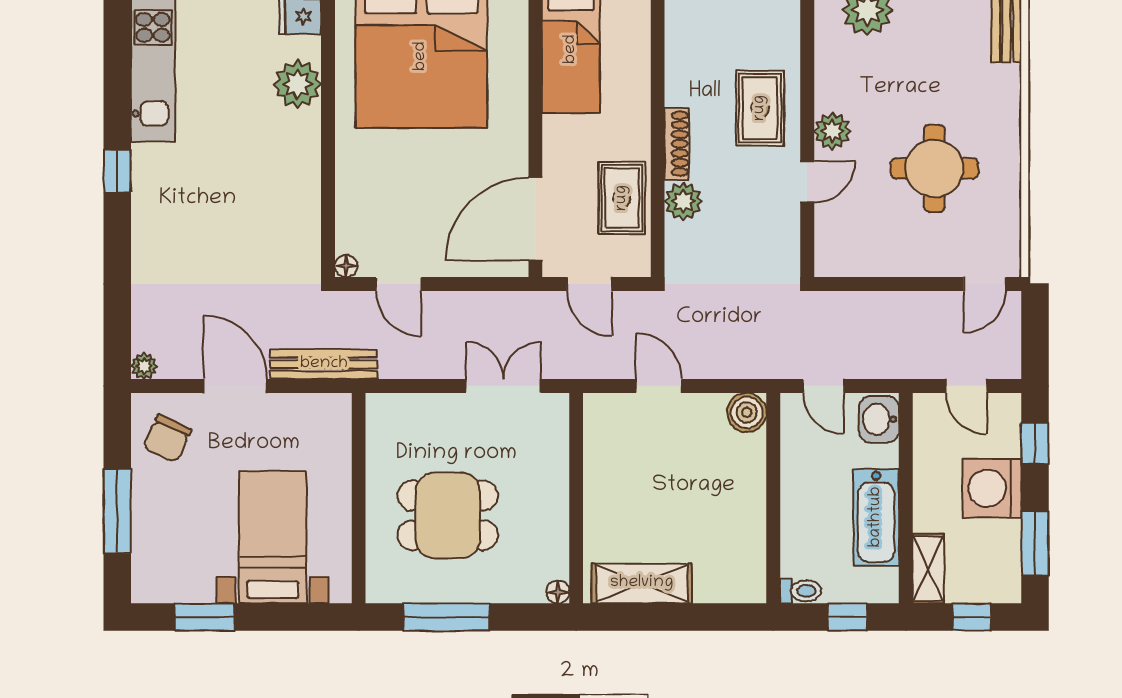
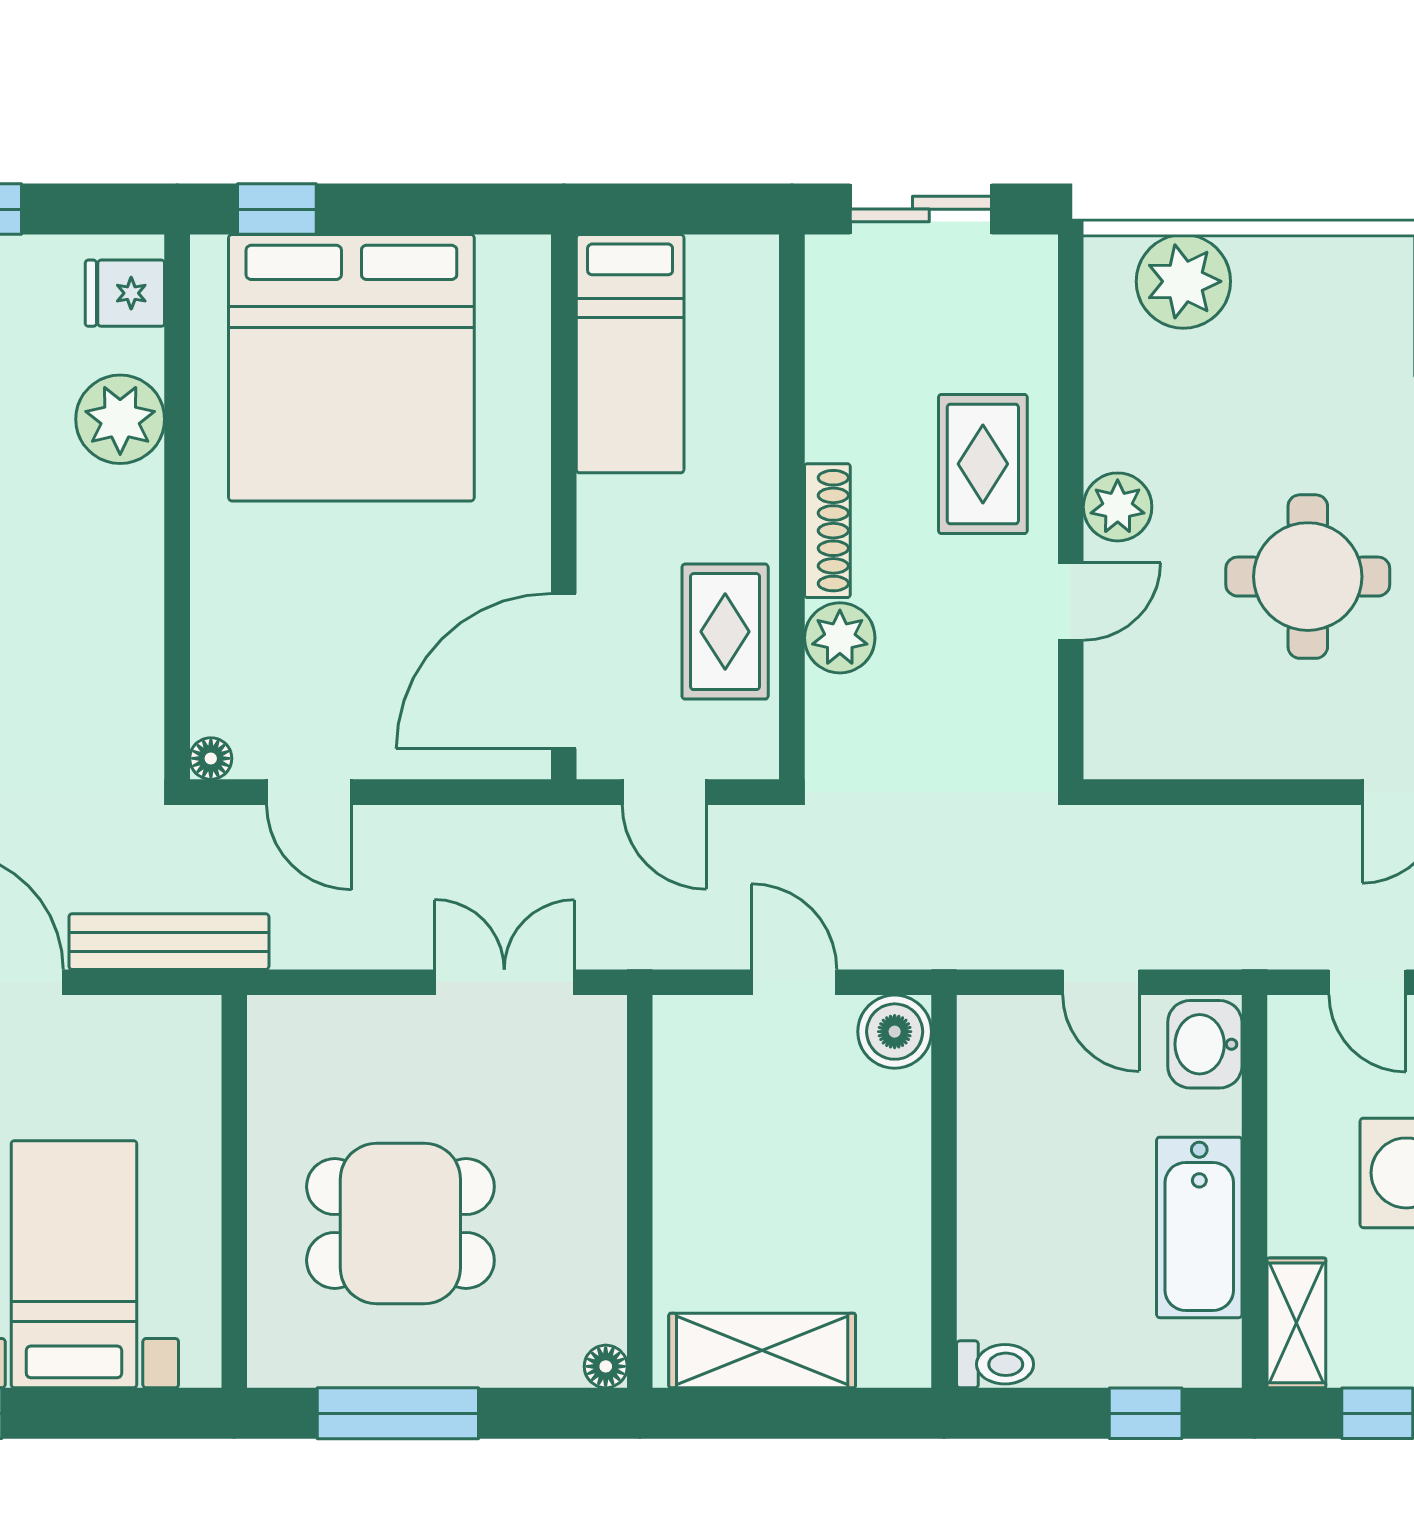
boiler: (747, 412) -> (895, 1032), moved
wall: (773, 498) -> (944, 1191), moved
toilet: (801, 591) -> (995, 1364), moved

